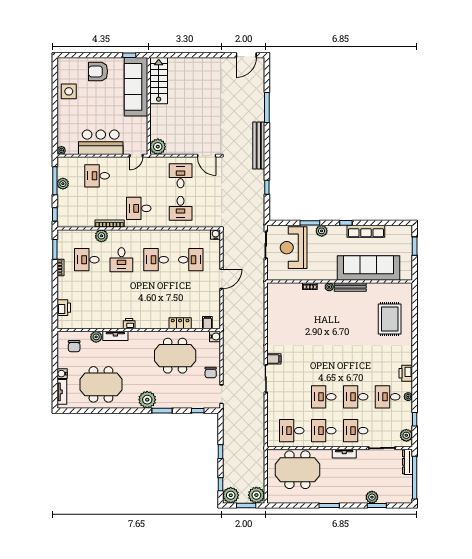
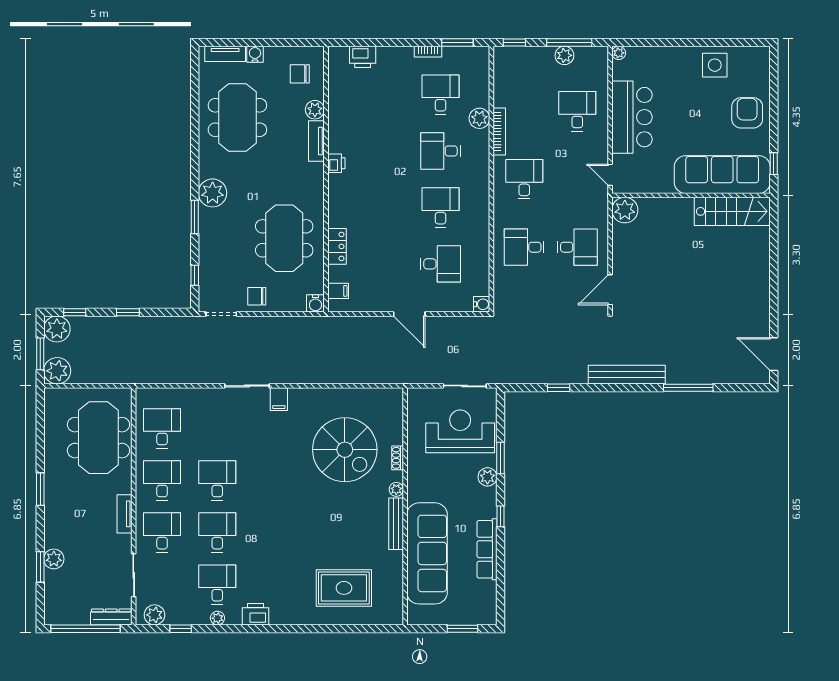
desk: (191, 260) -> (441, 264), turned -90
spiral stairs: (305, 318) -> (345, 450), added

